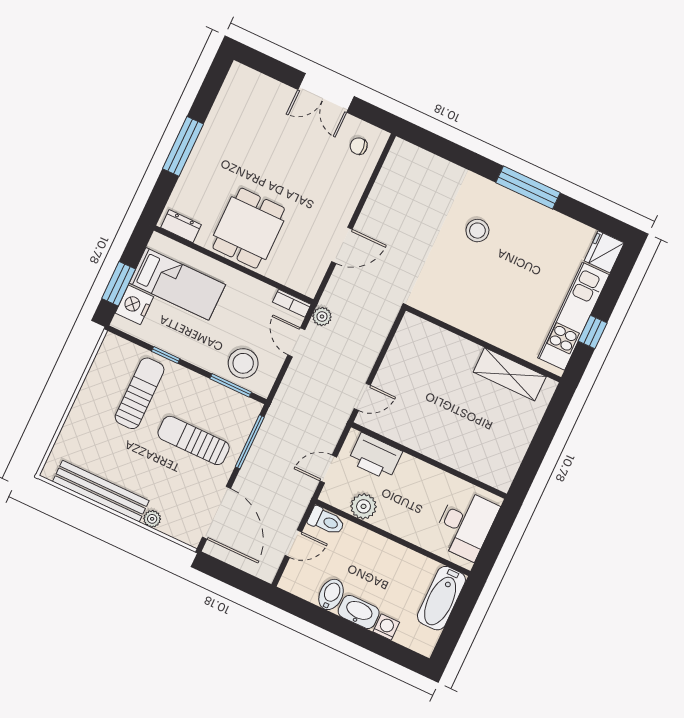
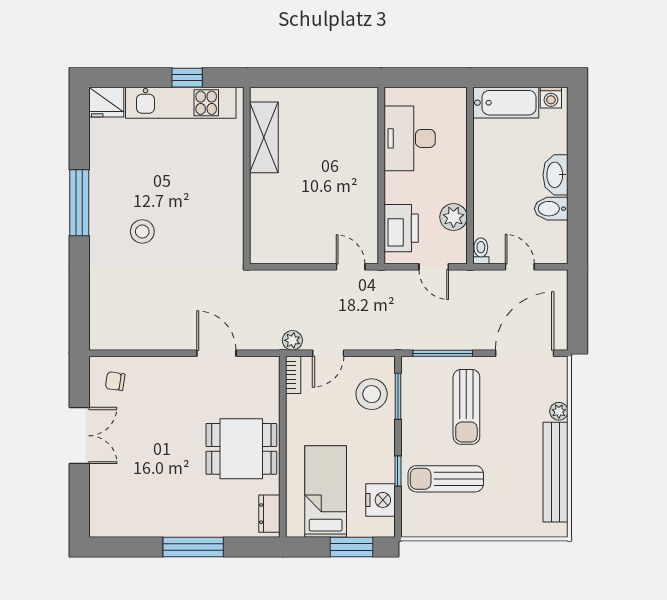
chair: (359, 146) -> (115, 381), turned 103
nightstand: (134, 305) -> (380, 500), moved, turned -90
toilet: (326, 521) -> (481, 251), width x0.73, depth x0.72
desk: (465, 524) -> (410, 138), moved, turned -90
washing machine: (386, 627) -> (551, 98), moved, turned -90

